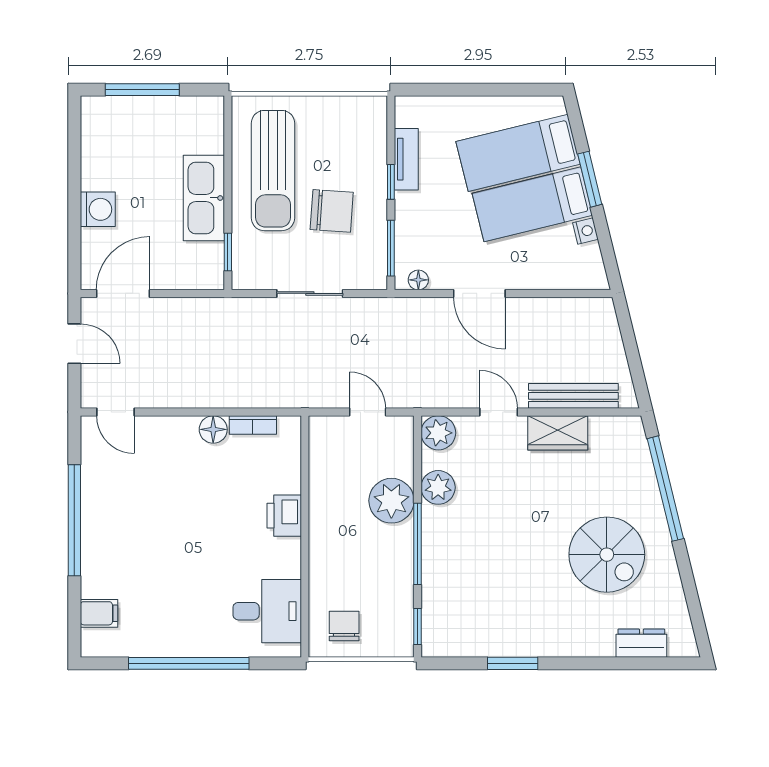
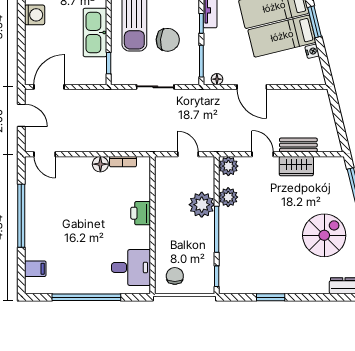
washing machine: (98, 209) -> (35, 15), moved
bench: (573, 396) -> (298, 145), width x0.73
spiral stairs: (607, 555) -> (324, 235), turned -90

